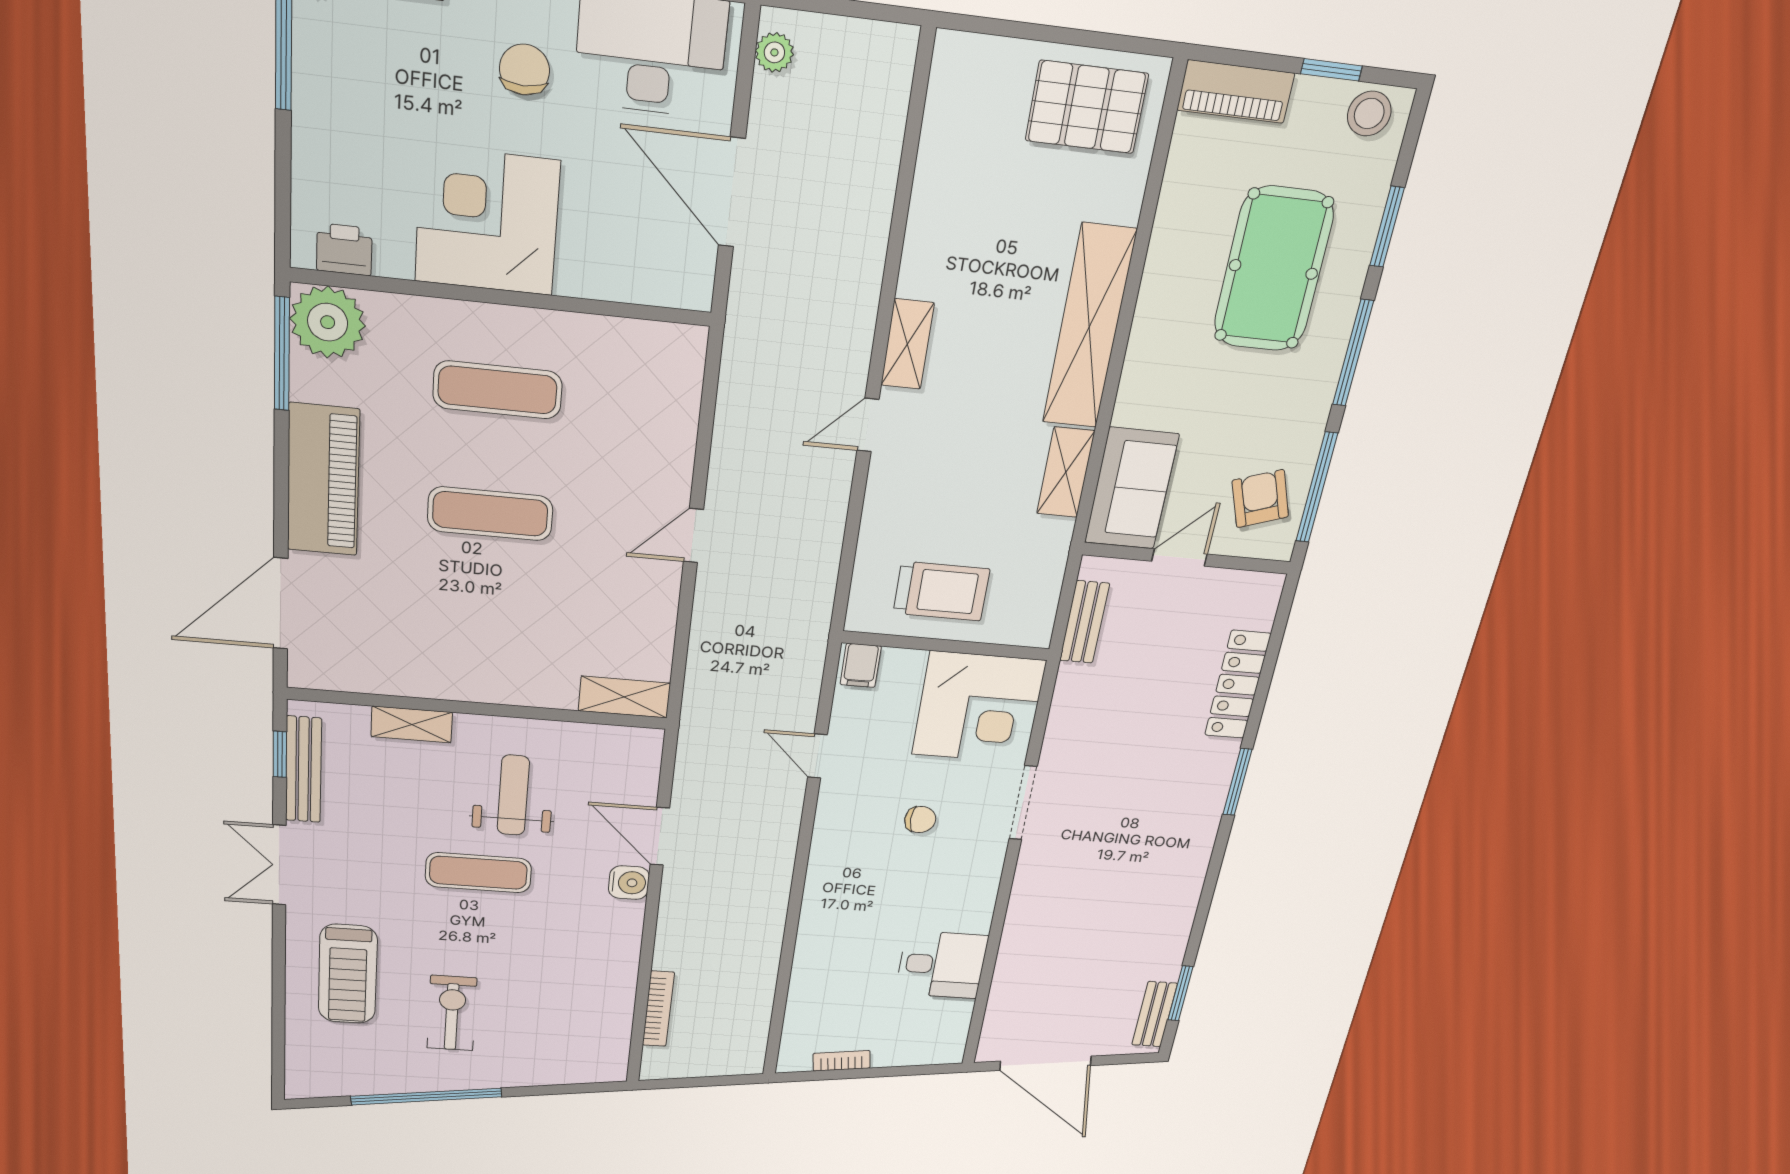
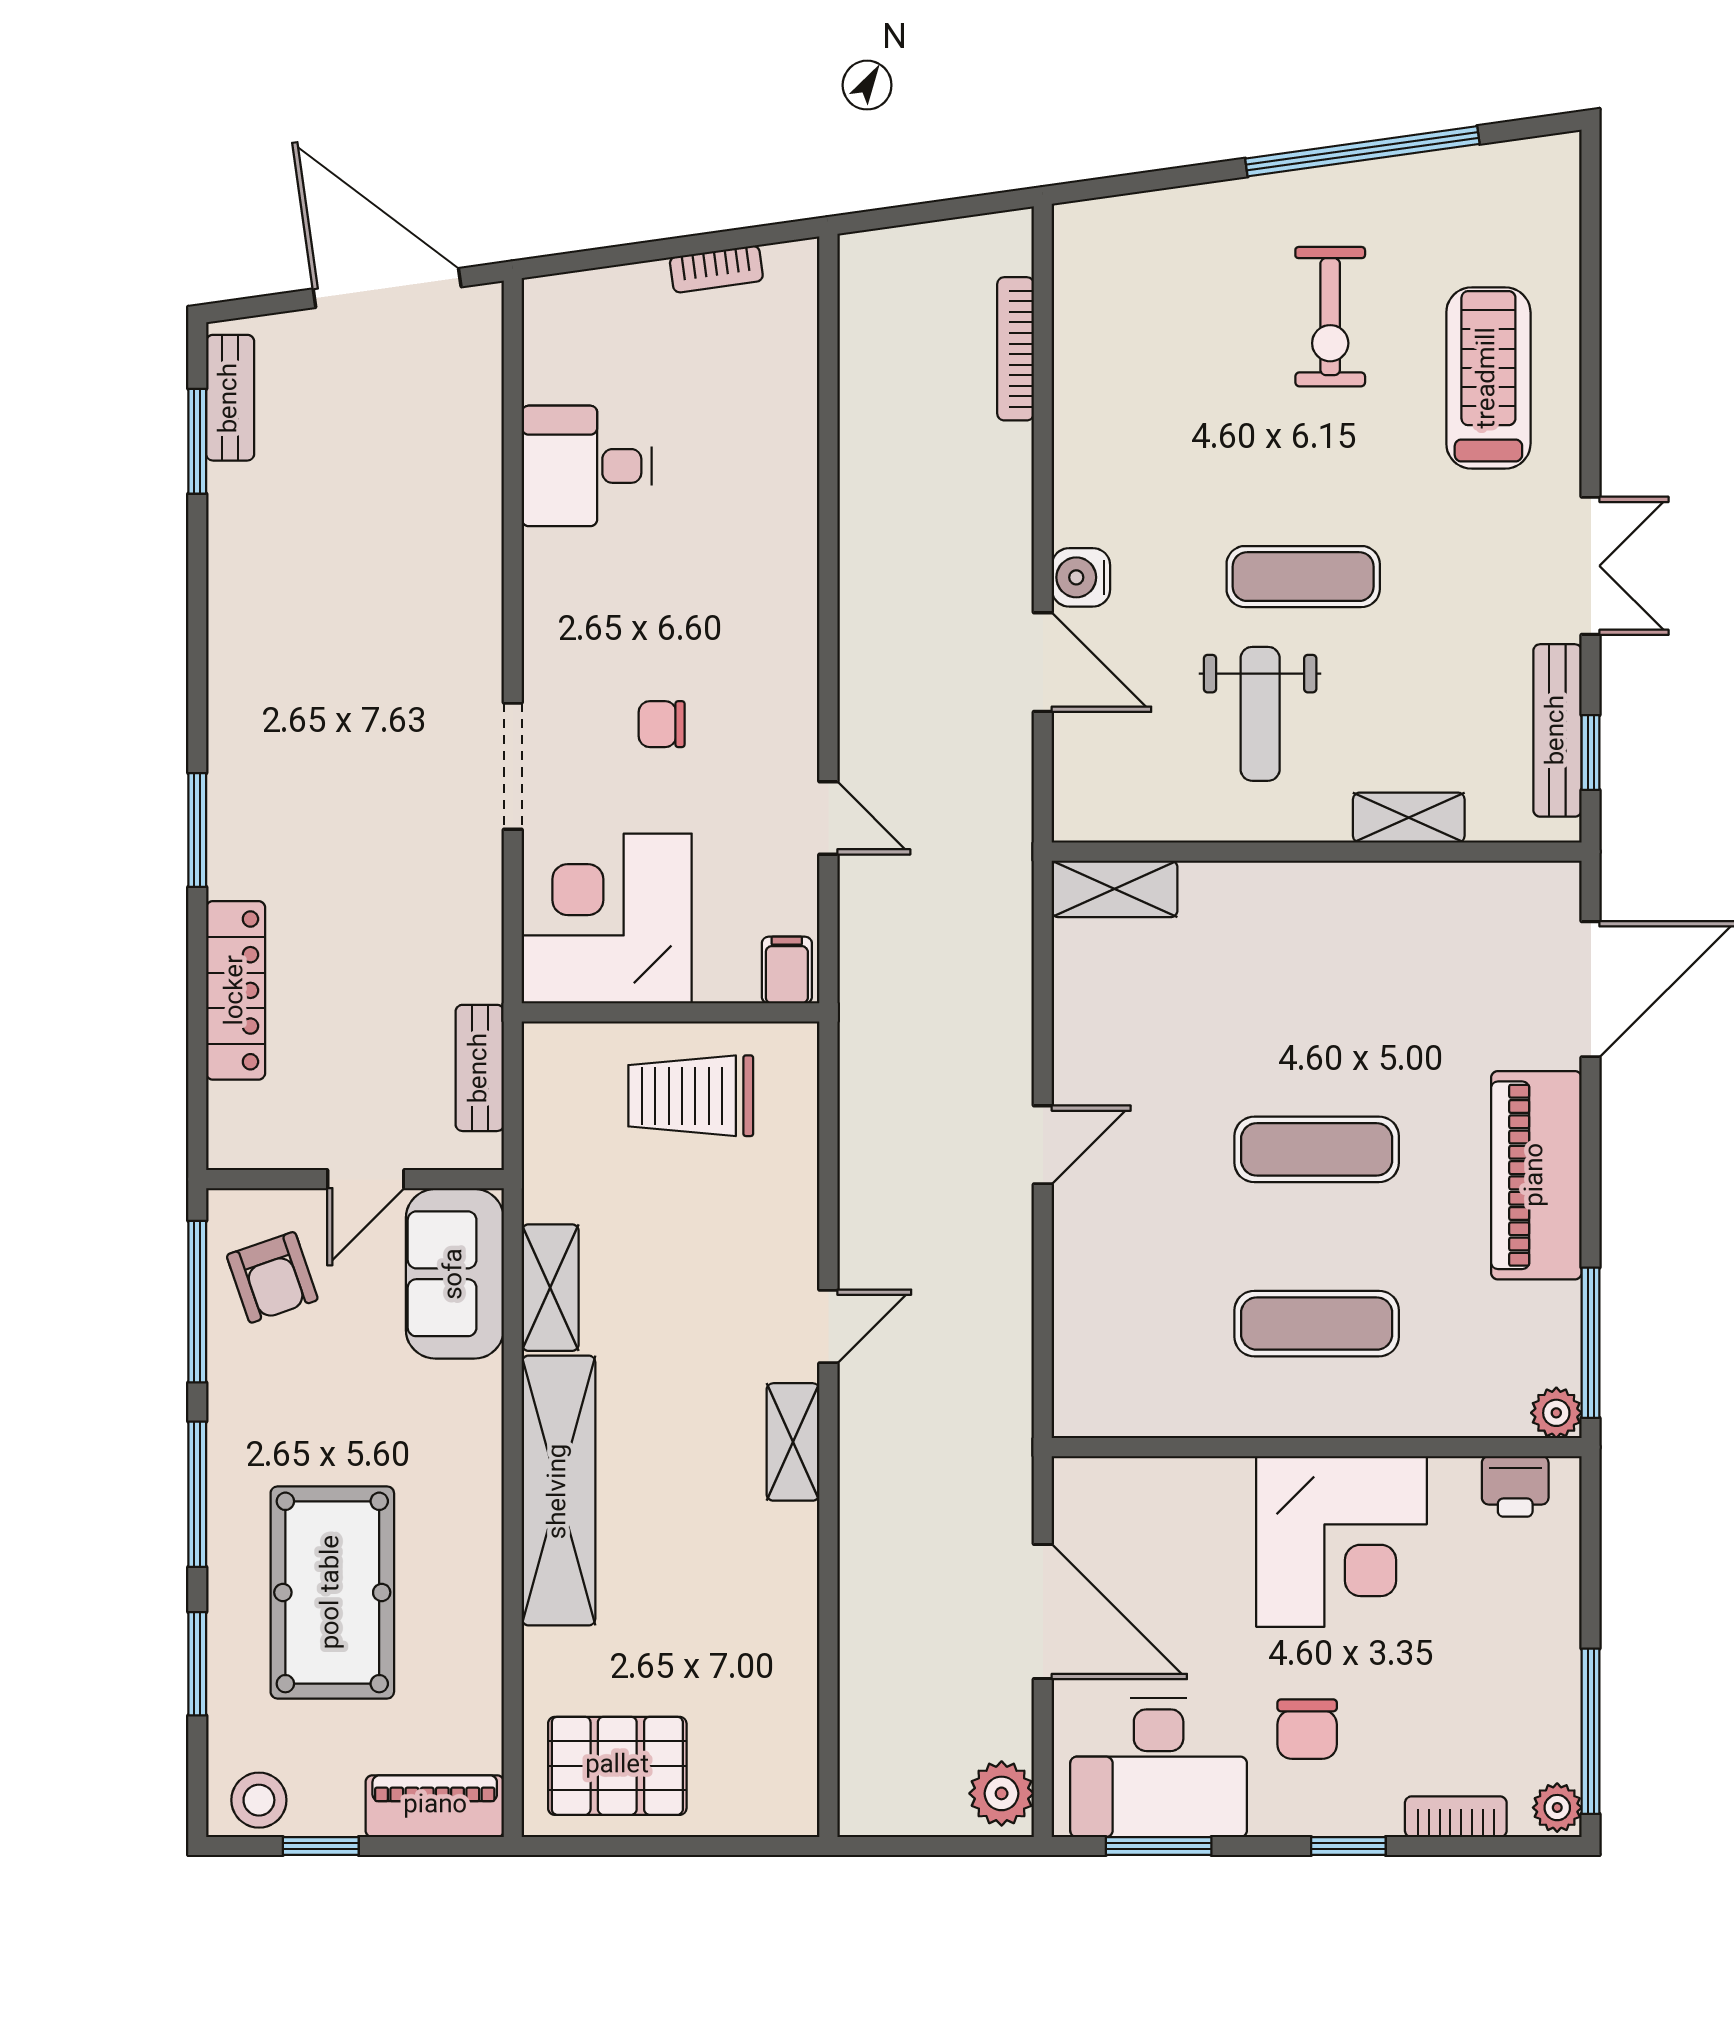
plant: (774, 52) -> (1002, 1793), width x1.38, depth x1.38
plant: (328, 322) -> (1556, 1413), width x0.53, depth x0.53

